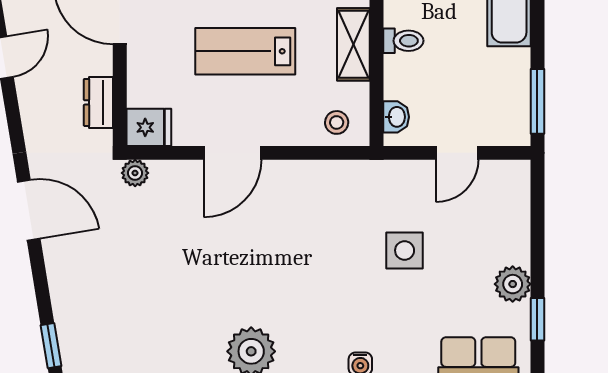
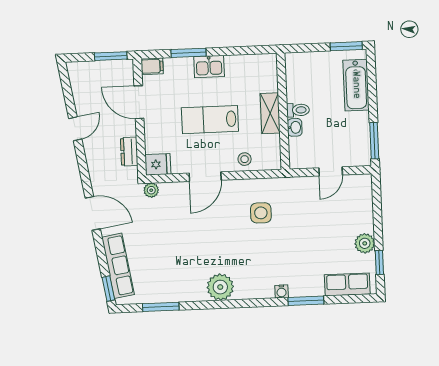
washbasin: (396, 117) -> (295, 127), moved
stool: (337, 122) -> (245, 159), moved
side table: (405, 250) -> (261, 213), moved
row of seats: (70, 306) -> (118, 266), added

